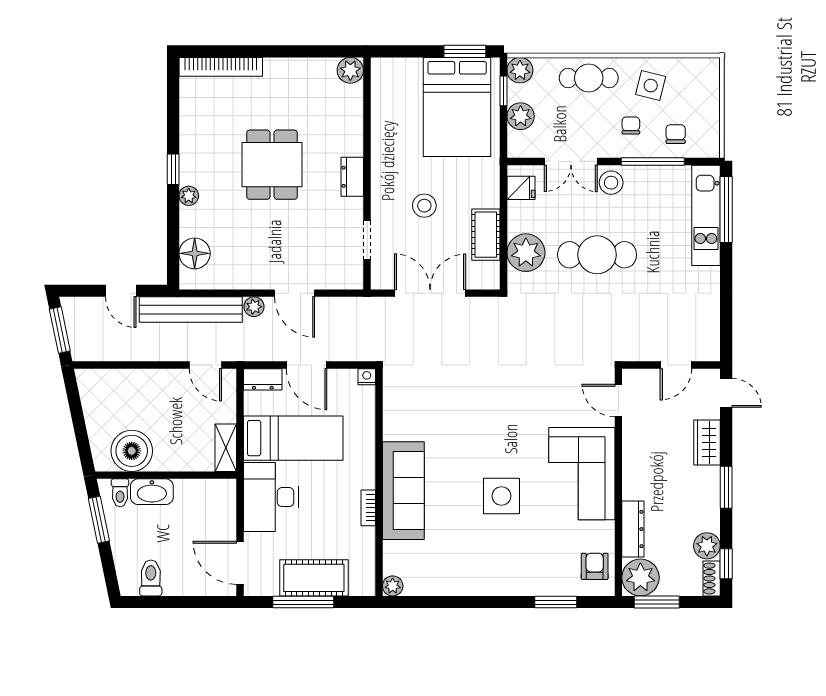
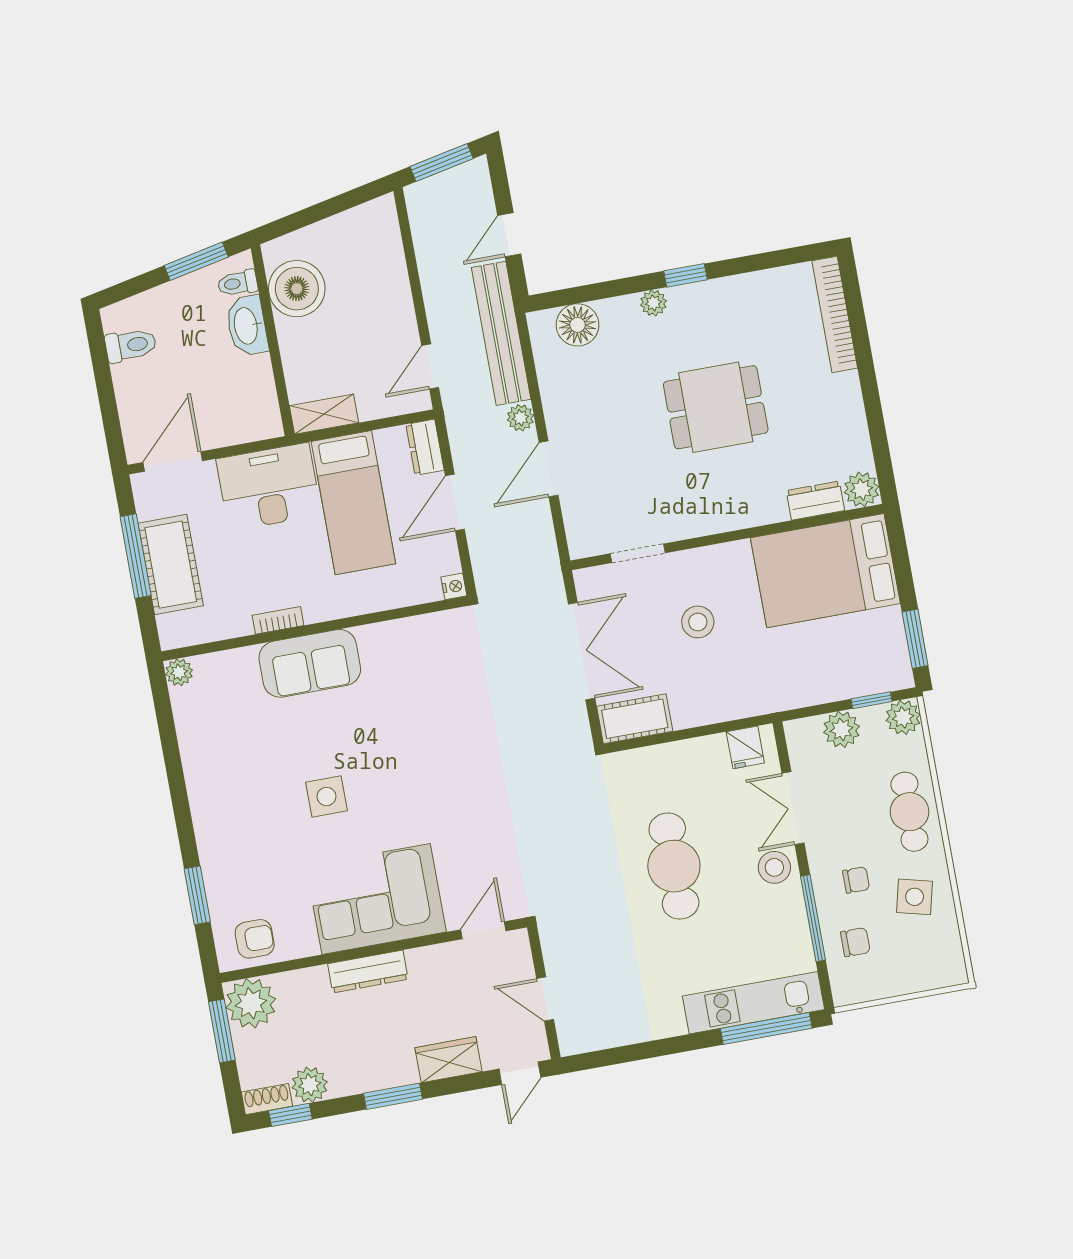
bed: (457, 107) -> (825, 571), moved
dresser: (352, 177) -> (815, 501), moved
cot: (486, 235) -> (635, 719), moved
plant: (526, 253) -> (659, 770), removed
sofa: (403, 491) -> (310, 663), width x0.73
side table: (501, 496) -> (326, 797), width x0.73, depth x0.73
dresser: (633, 529) -> (368, 971), moved

